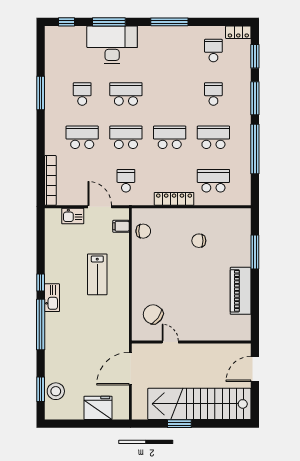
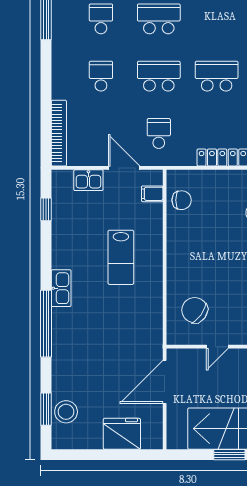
school desk: (82, 137) -> (101, 76), width x0.54
window: (41, 283) -> (46, 209), moved
door: (170, 342) -> (217, 347), swing flipped

